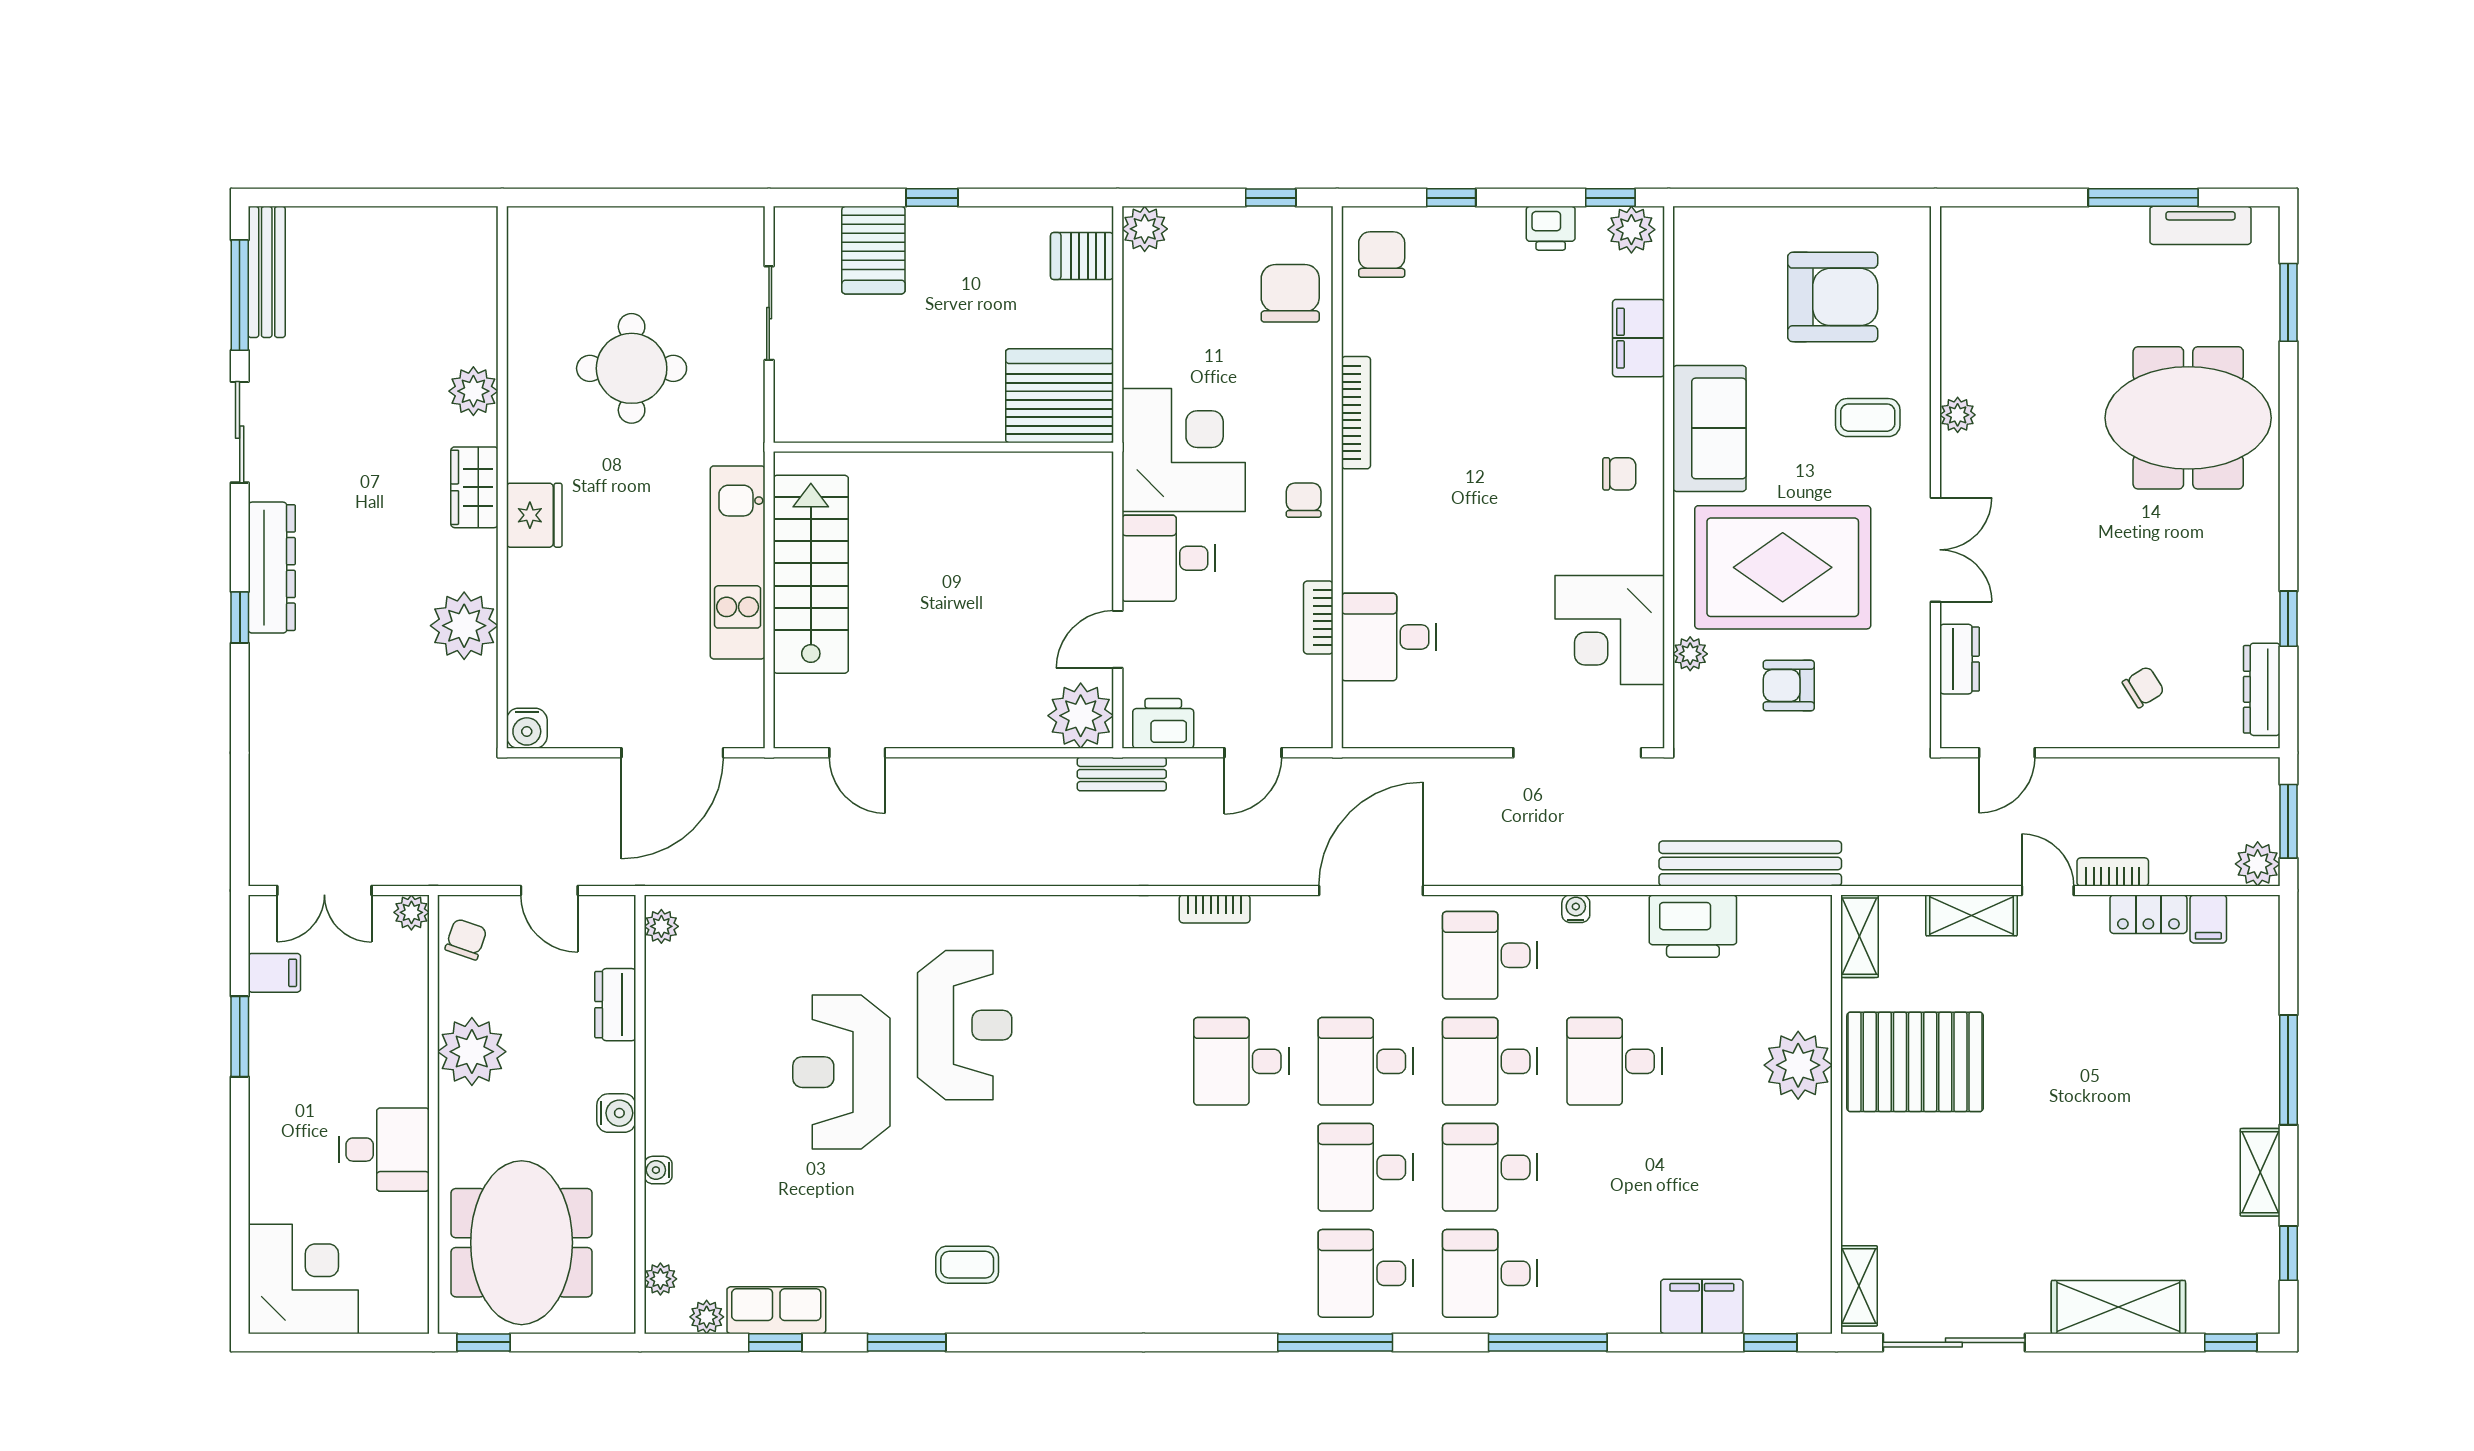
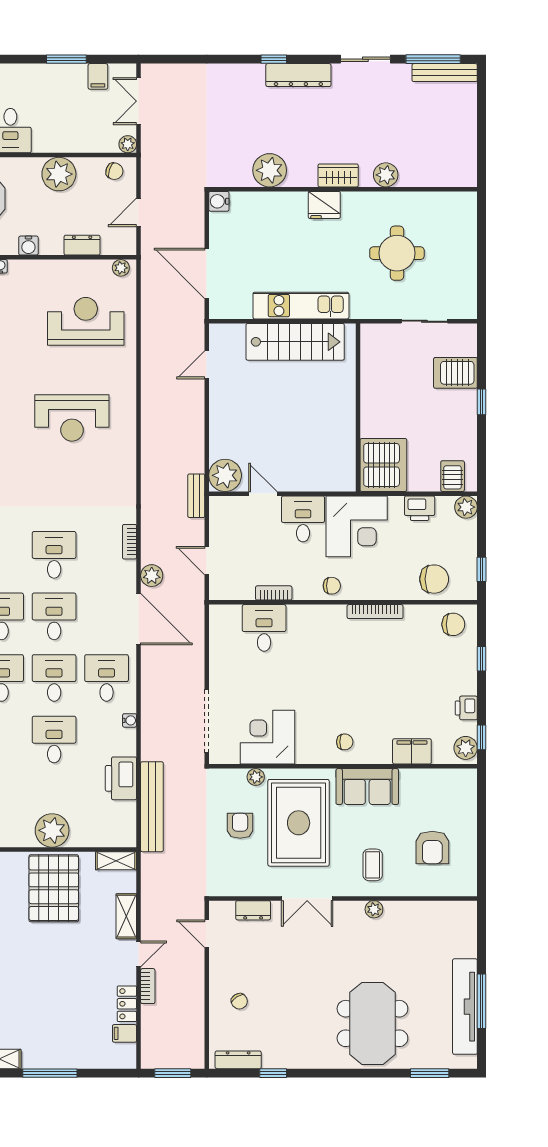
tv unit: (2200, 225) -> (465, 1007), width x1.92, depth x1.29
armchair: (1833, 297) -> (432, 848), width x0.73, depth x0.73
chair: (1619, 474) -> (345, 742), turned -90
printer: (1163, 723) -> (420, 508), moved, turned 90
plant: (2258, 864) -> (152, 576), moved
reception desk: (841, 1072) -> (86, 321), moved

